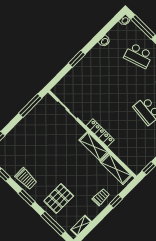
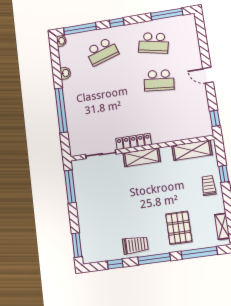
window: (77, 59) -> (61, 110), width x2.11
locker: (100, 133) -> (134, 142), moved
shelving: (94, 146) -> (142, 157), moved
window: (27, 198) -> (154, 259), width x1.44

